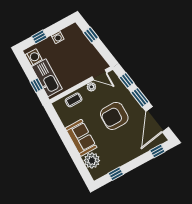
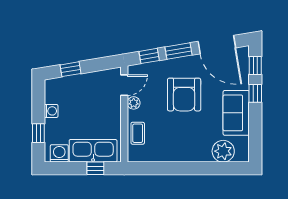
sofa: (81, 138) -> (236, 113), moved, turned -90
window: (116, 174) -> (255, 93), moved

